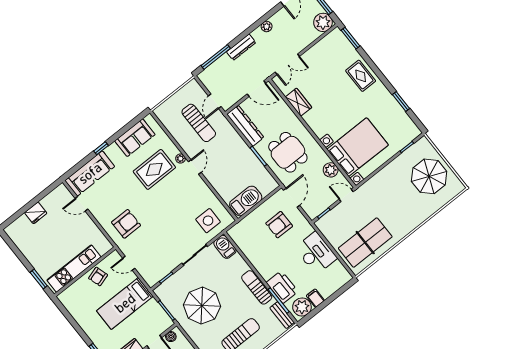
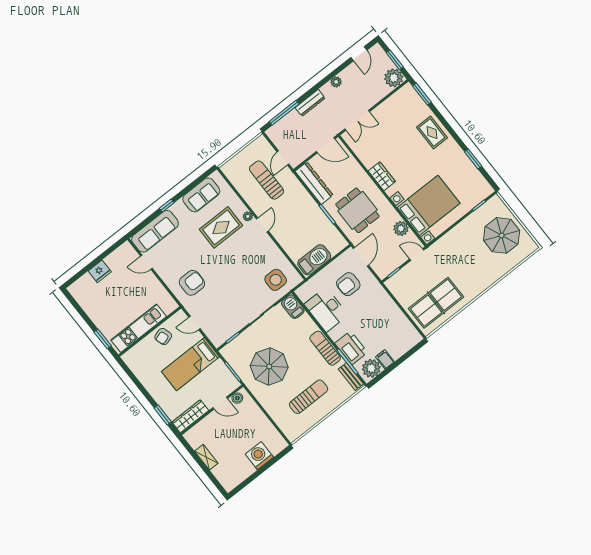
wardrobe: (298, 102) -> (382, 176), moved
sun lounger: (199, 123) -> (267, 180), turned 180
desk: (316, 253) -> (326, 310), moved, turned 180

